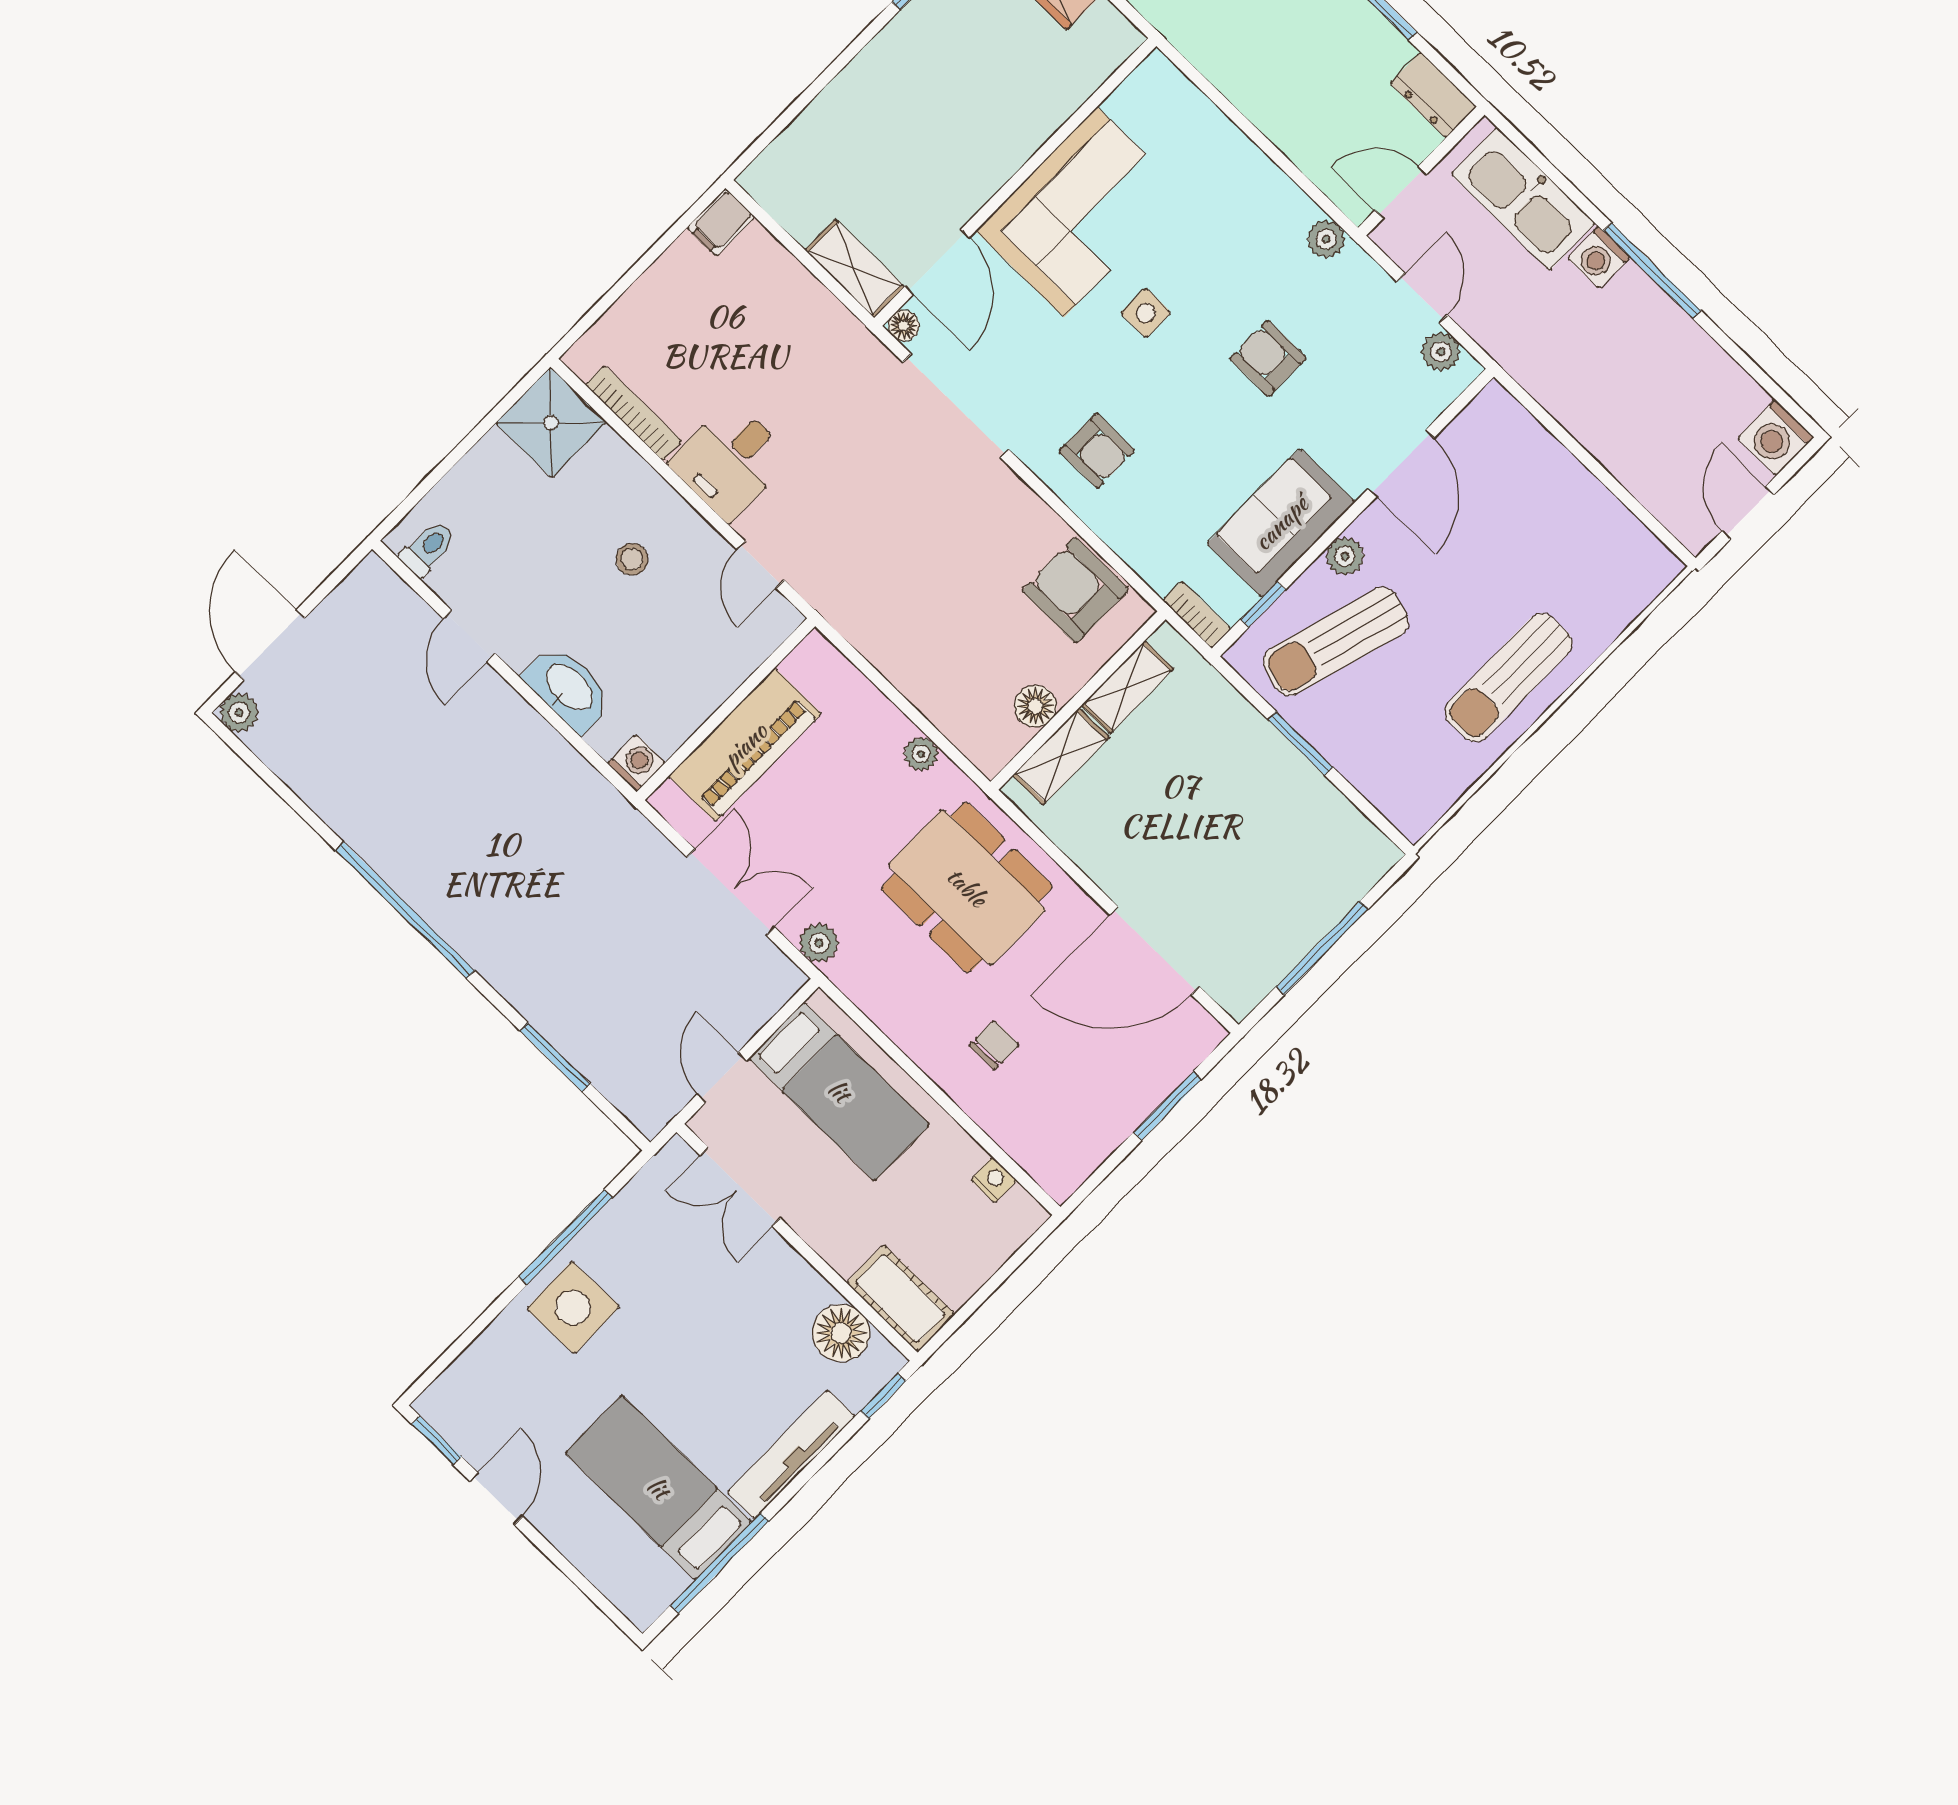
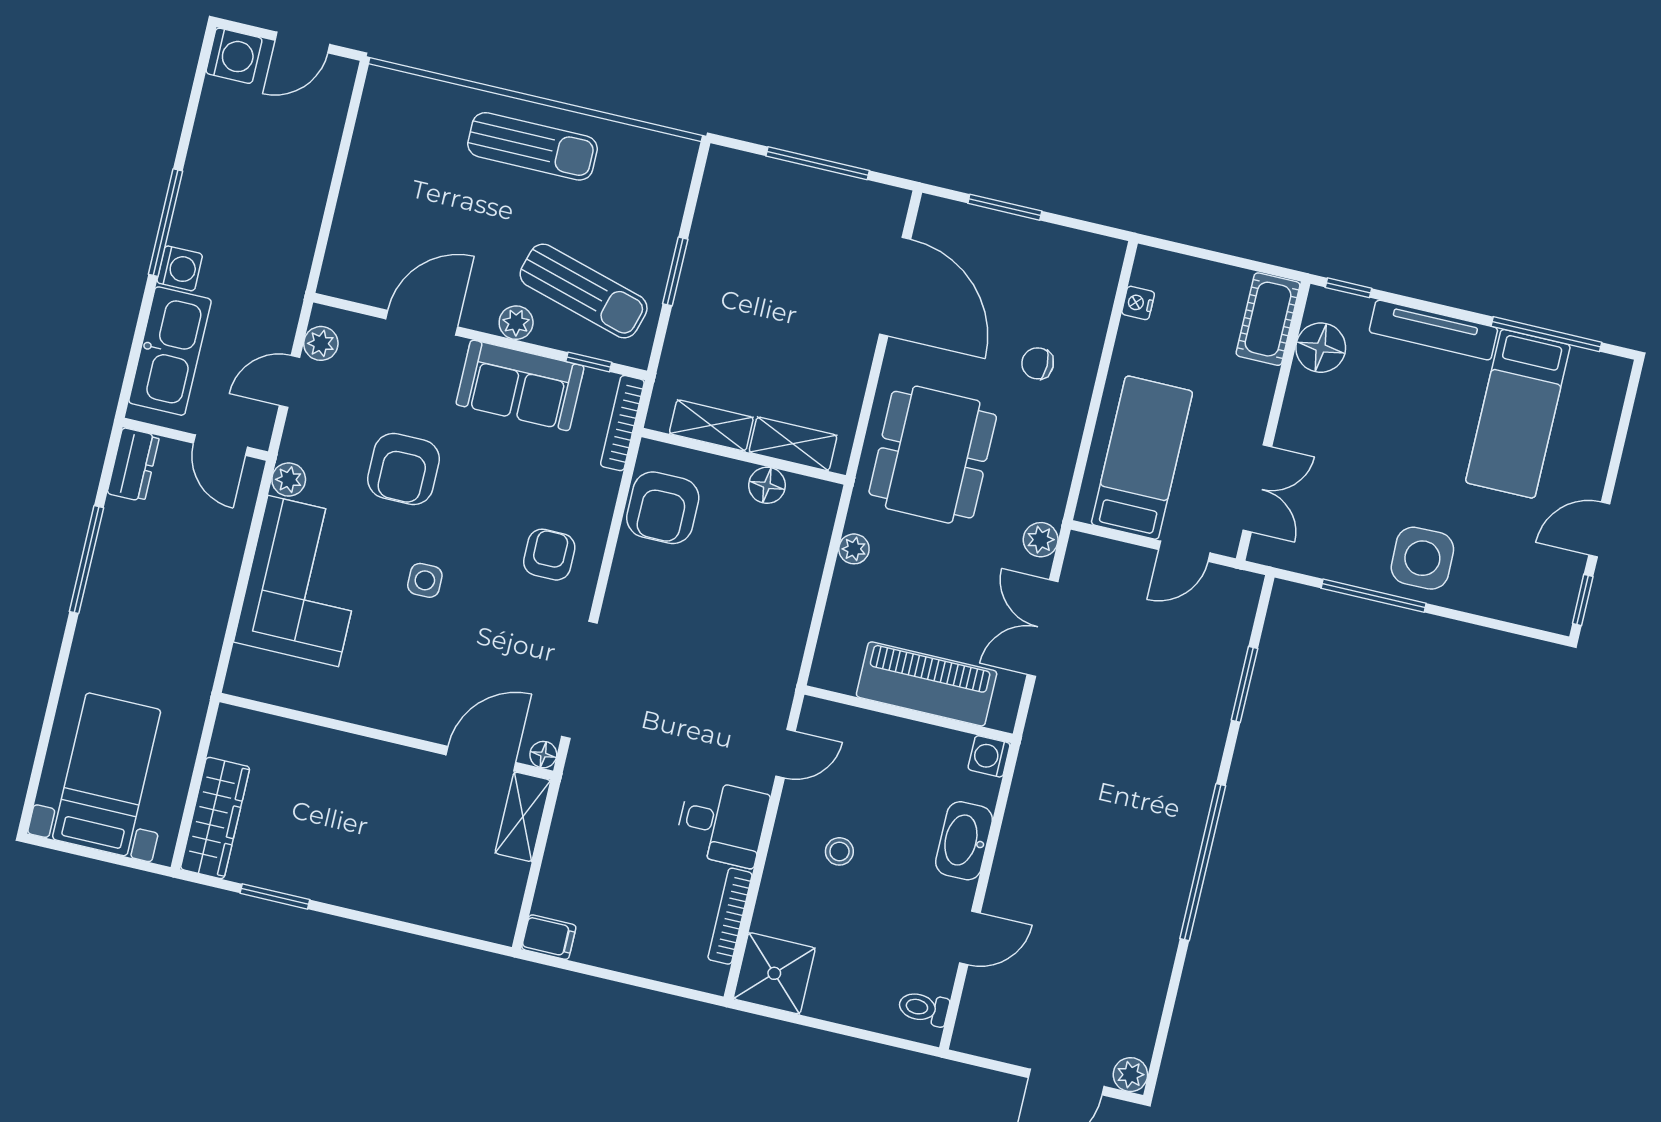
corner sofa: (1080, 212) -> (303, 581), moved, turned 90
armchair: (1268, 358) -> (403, 469), width x1.38, depth x1.38
bookcase: (1197, 615) -> (622, 423), width x1.56

